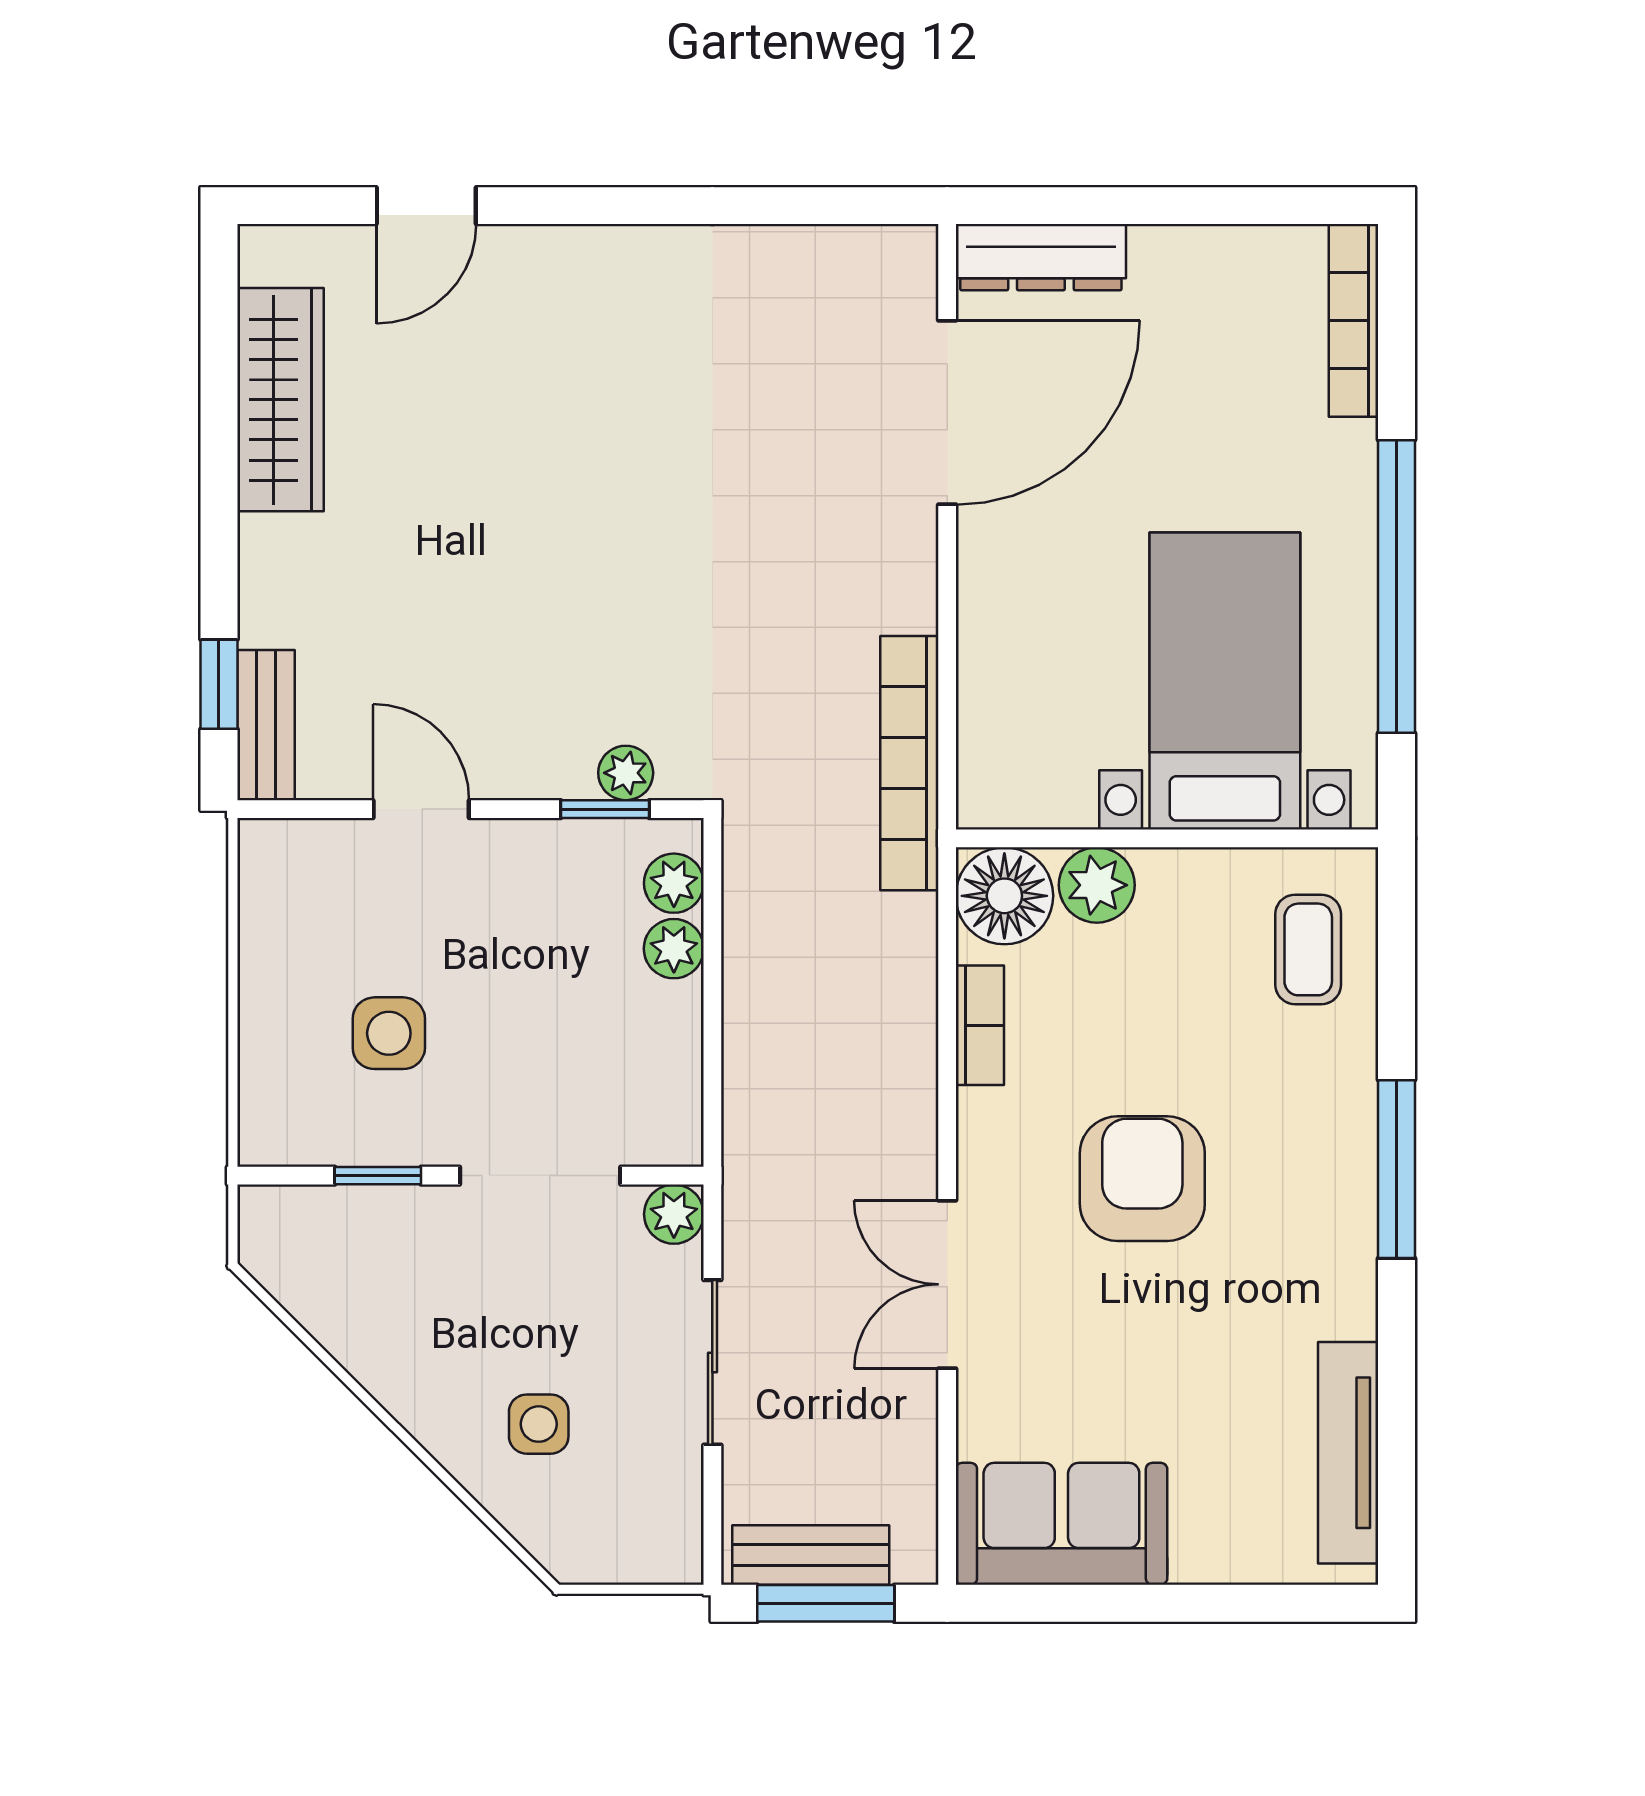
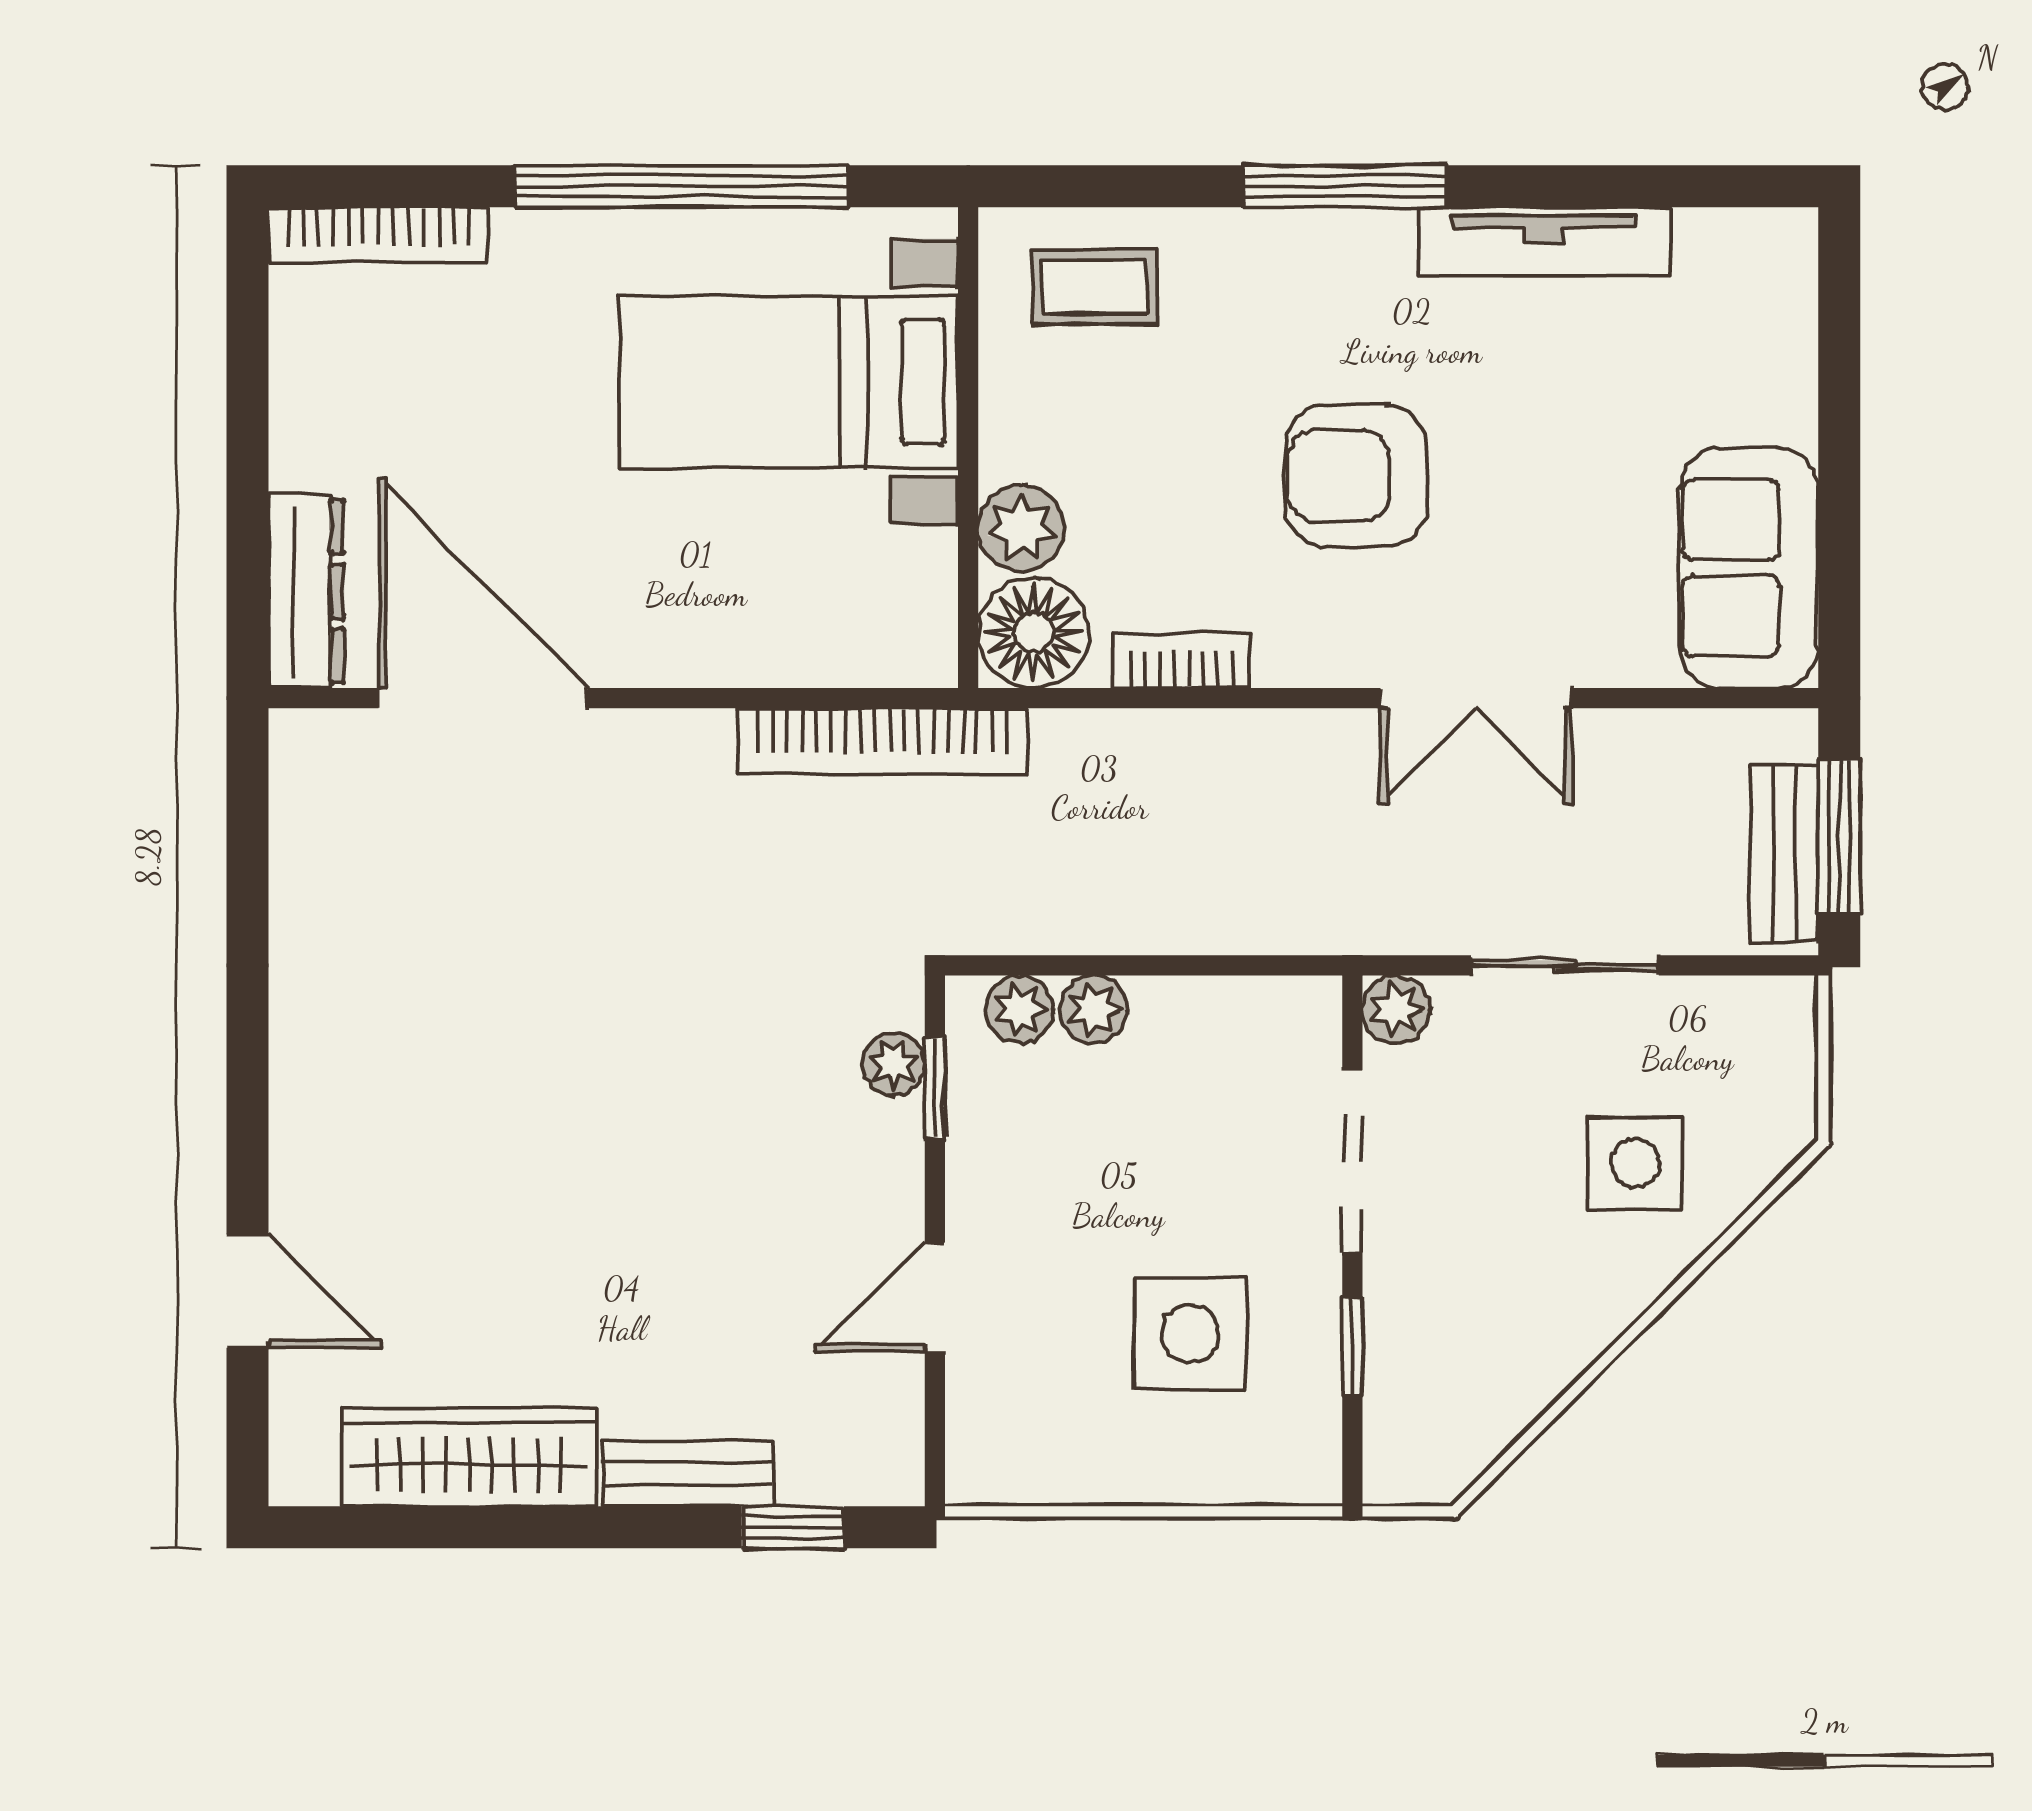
bench: (266, 725) -> (688, 1474), moved
side table: (389, 1033) -> (1190, 1334), width x1.37, depth x1.37
side table: (539, 1424) -> (1635, 1163), width x1.37, depth x1.37
tv unit: (1348, 1453) -> (1544, 241), moved

